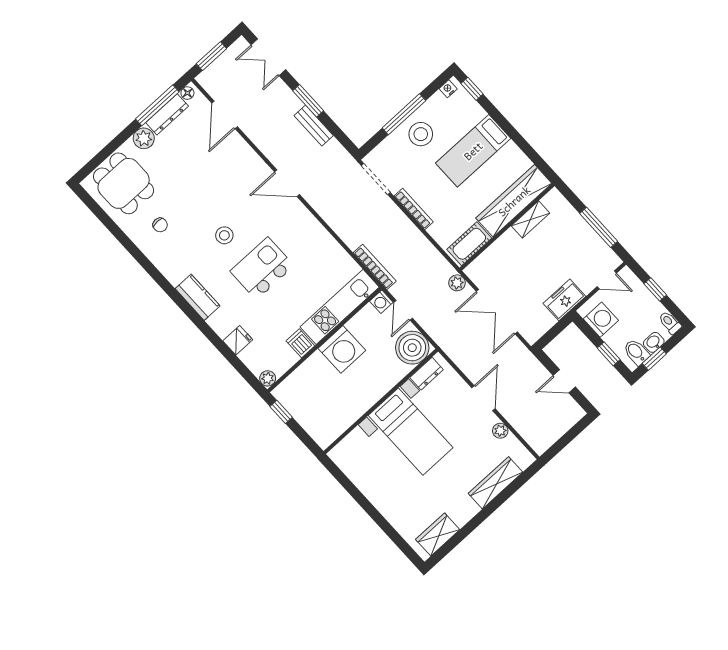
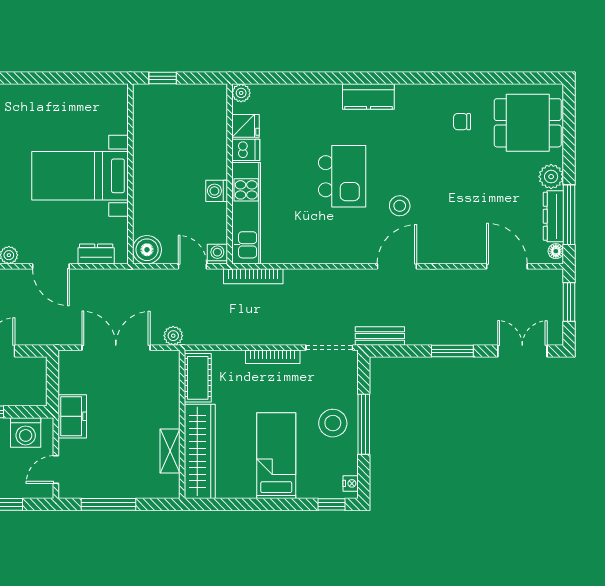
bench: (314, 126) -> (380, 336), moved
stool: (224, 235) -> (400, 206), moved
fridge: (238, 340) -> (246, 126), moved, turned -90
boiler: (412, 348) -> (147, 250), width x0.73, depth x0.73
washing machine: (342, 349) -> (217, 191), width x0.53, depth x0.53
dresser: (427, 374) -> (96, 254), moved, turned 90
window: (281, 412) -> (163, 78), moved

